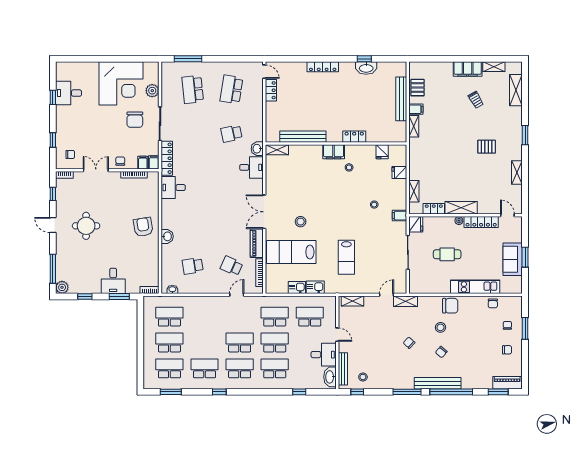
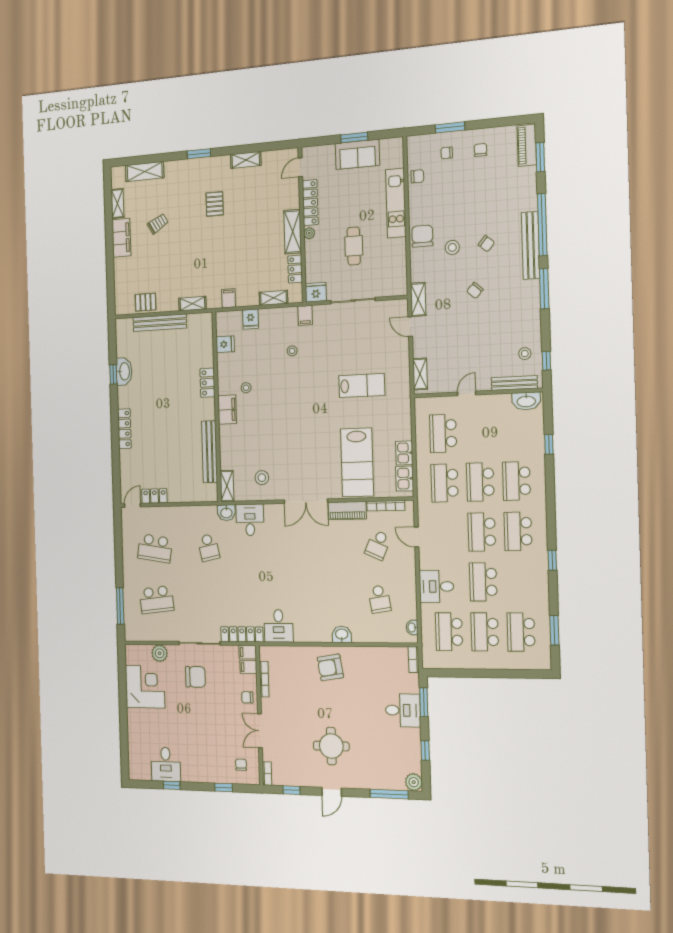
corner desk: (121, 83) -> (145, 687), width x0.74, depth x0.74
filing cabinet: (416, 109) -> (229, 298), moved
stool: (301, 222) -> (262, 478), moved
kitchen sink: (315, 287) -> (405, 479), moved
desk: (324, 355) -> (436, 586), moved, turned -90
school desk: (205, 368) -> (483, 582), moved

